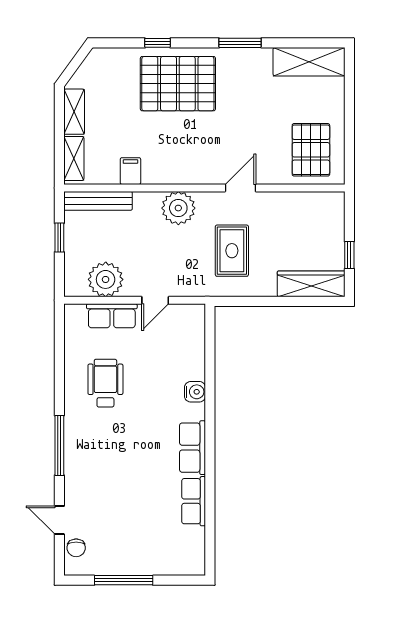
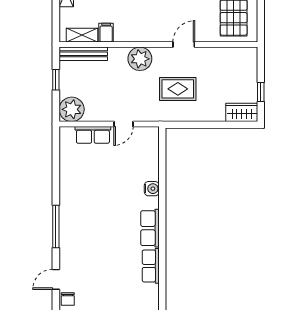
shelving: (74, 158) -> (82, 35), moved, turned 90
rug: (232, 251) -> (178, 89), turned 90
plant: (106, 279) -> (72, 109), moved
wardrobe: (311, 284) -> (242, 112), width x0.67
wheelchair: (105, 383) -> (88, 183), removed
door: (59, 520) -> (56, 279), hinge flipped

